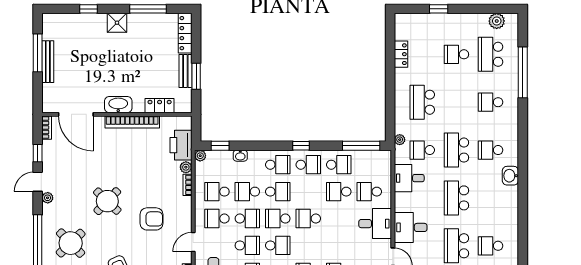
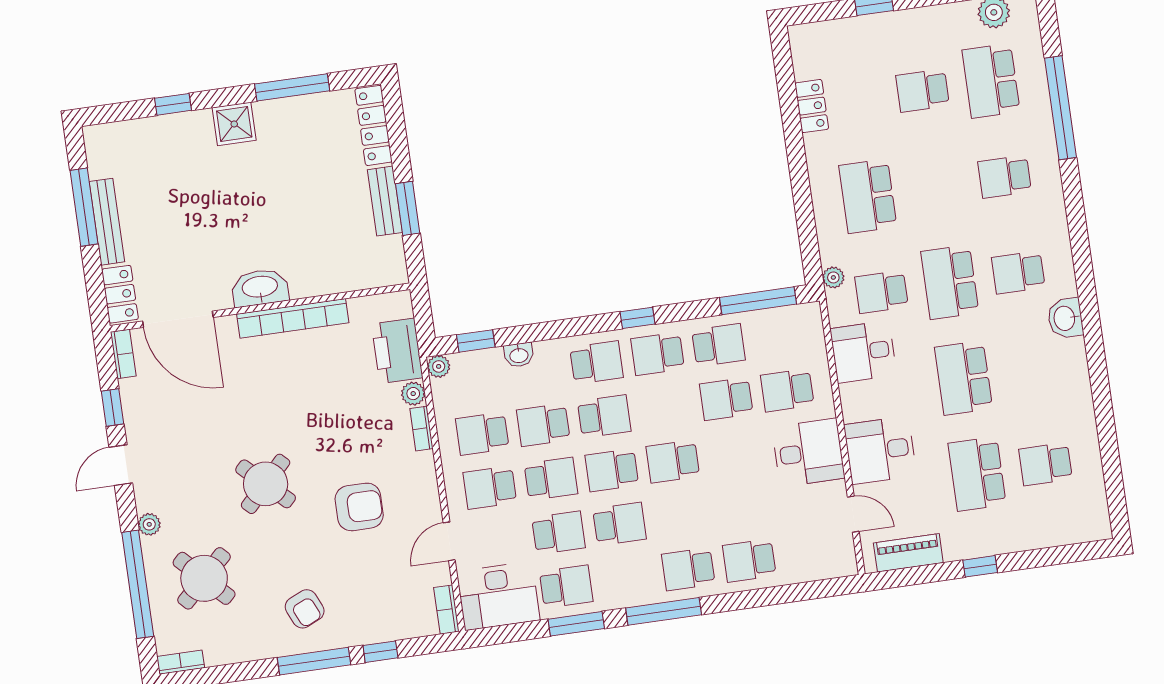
locker: (160, 106) -> (120, 294), moved, turned 90
school desk: (308, 165) -> (658, 354), turned 180
plant: (48, 198) -> (149, 524), moved

